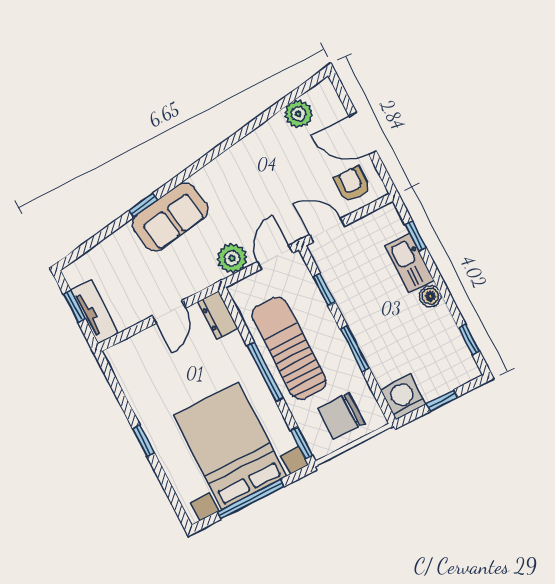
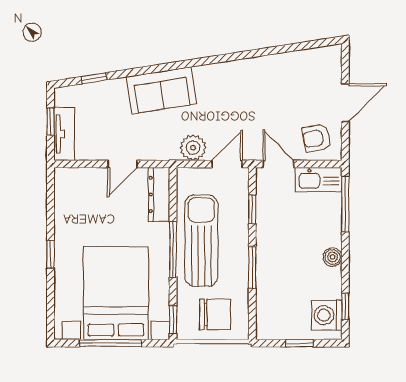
plant: (298, 114) -> (303, 62), removed
door: (363, 133) -> (345, 103), swing flipped
armchair: (352, 184) -> (317, 138), turned -100
window: (143, 205) -> (94, 78), moved
window: (416, 236) -> (345, 204), width x2.17
kitchen sink: (409, 263) -> (319, 180), moved, turned -90
dresser: (218, 315) -> (159, 194), width x1.44
washing machine: (403, 397) -> (327, 315), moved, turned -90
chair: (342, 416) -> (215, 315), turned 180

